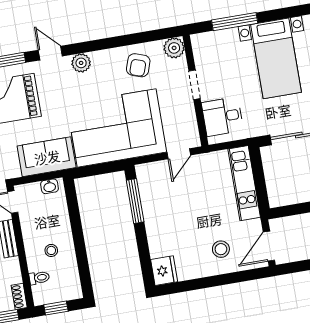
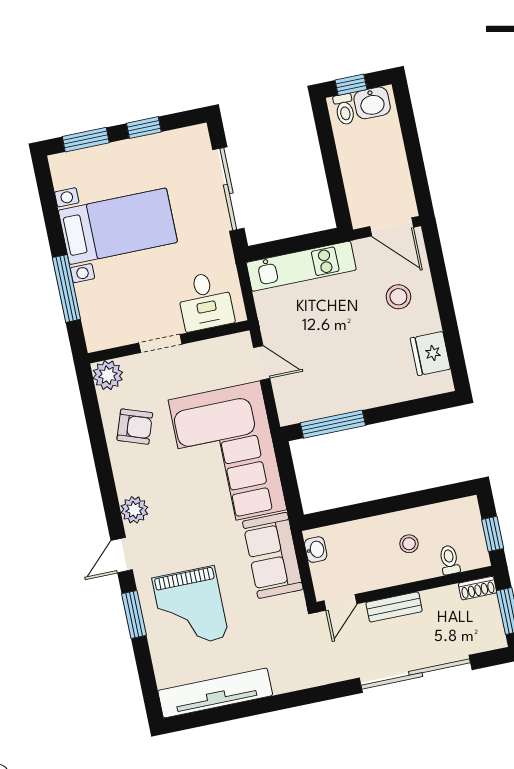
fridge: (164, 271) -> (430, 354), moved, turned -90

